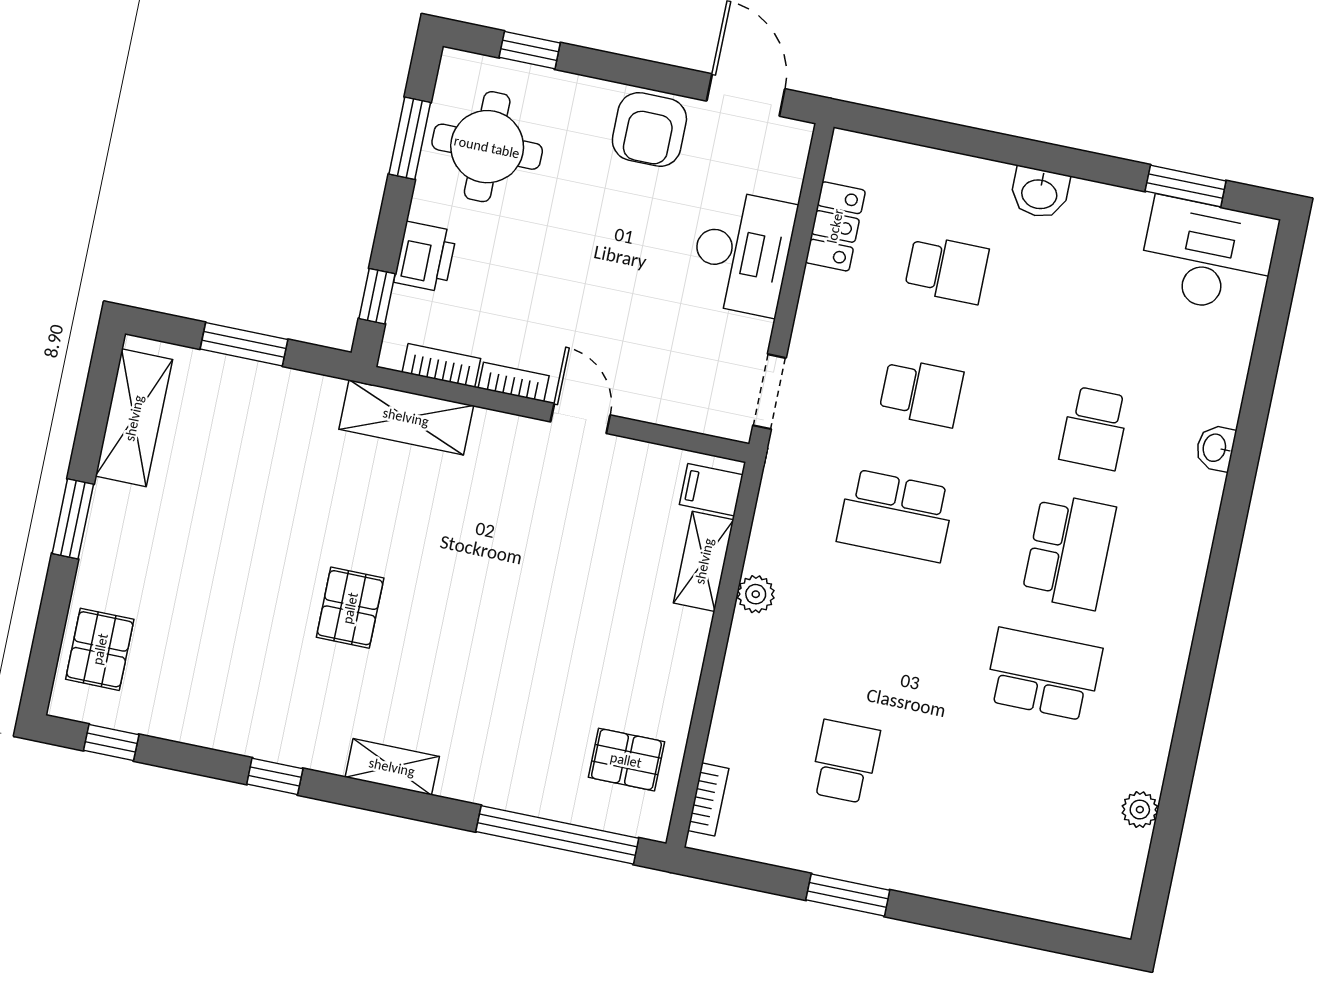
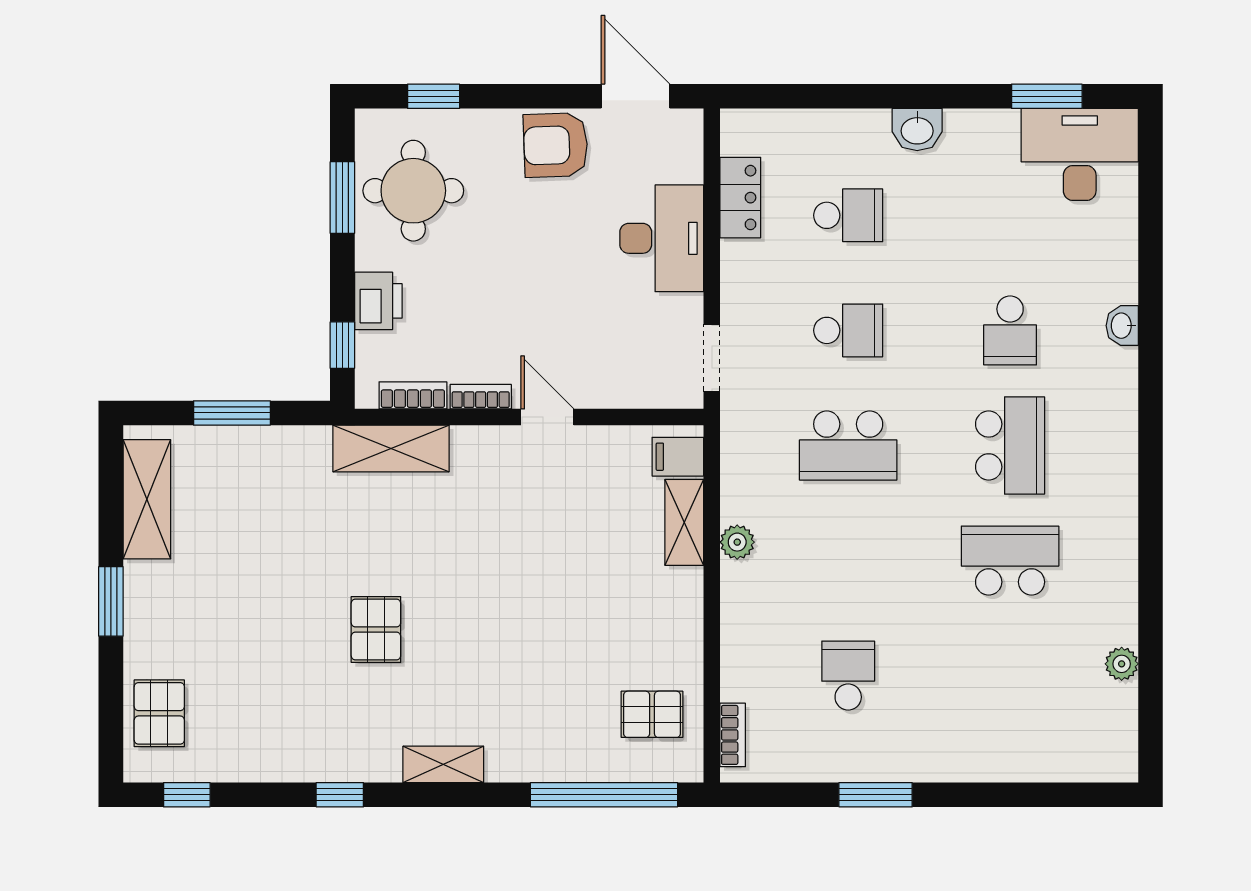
armchair: (649, 129) -> (556, 145), turned 88

